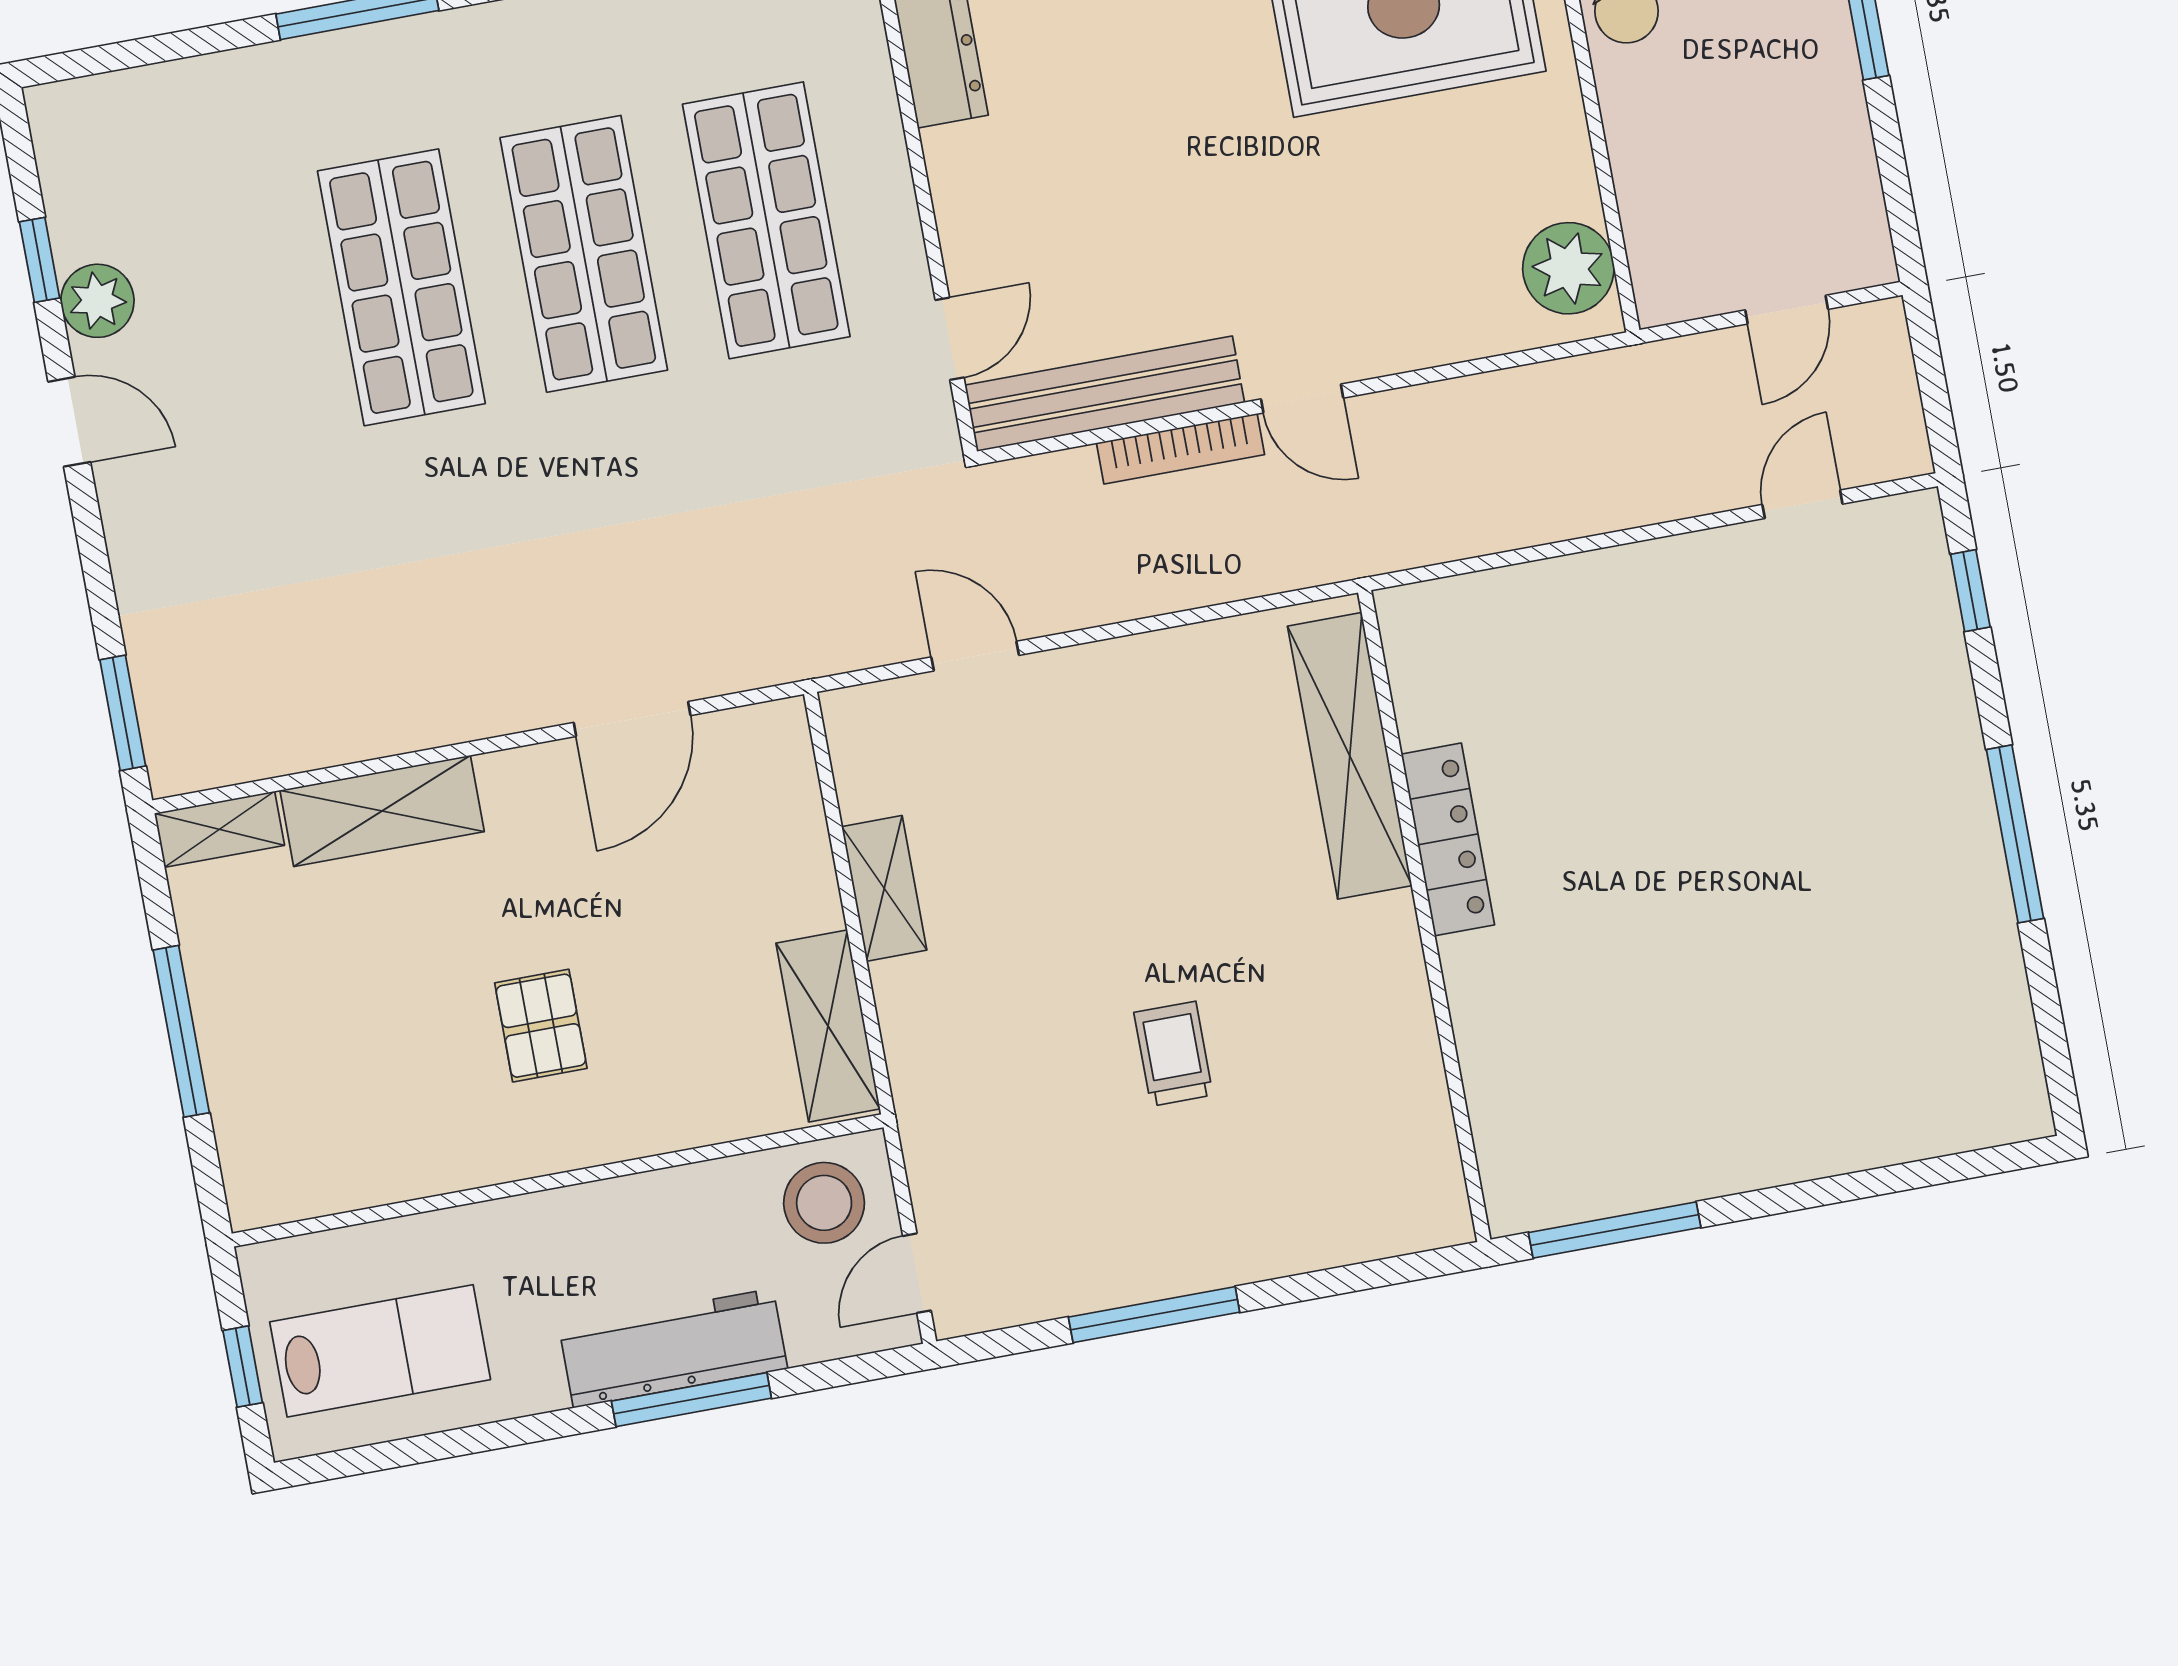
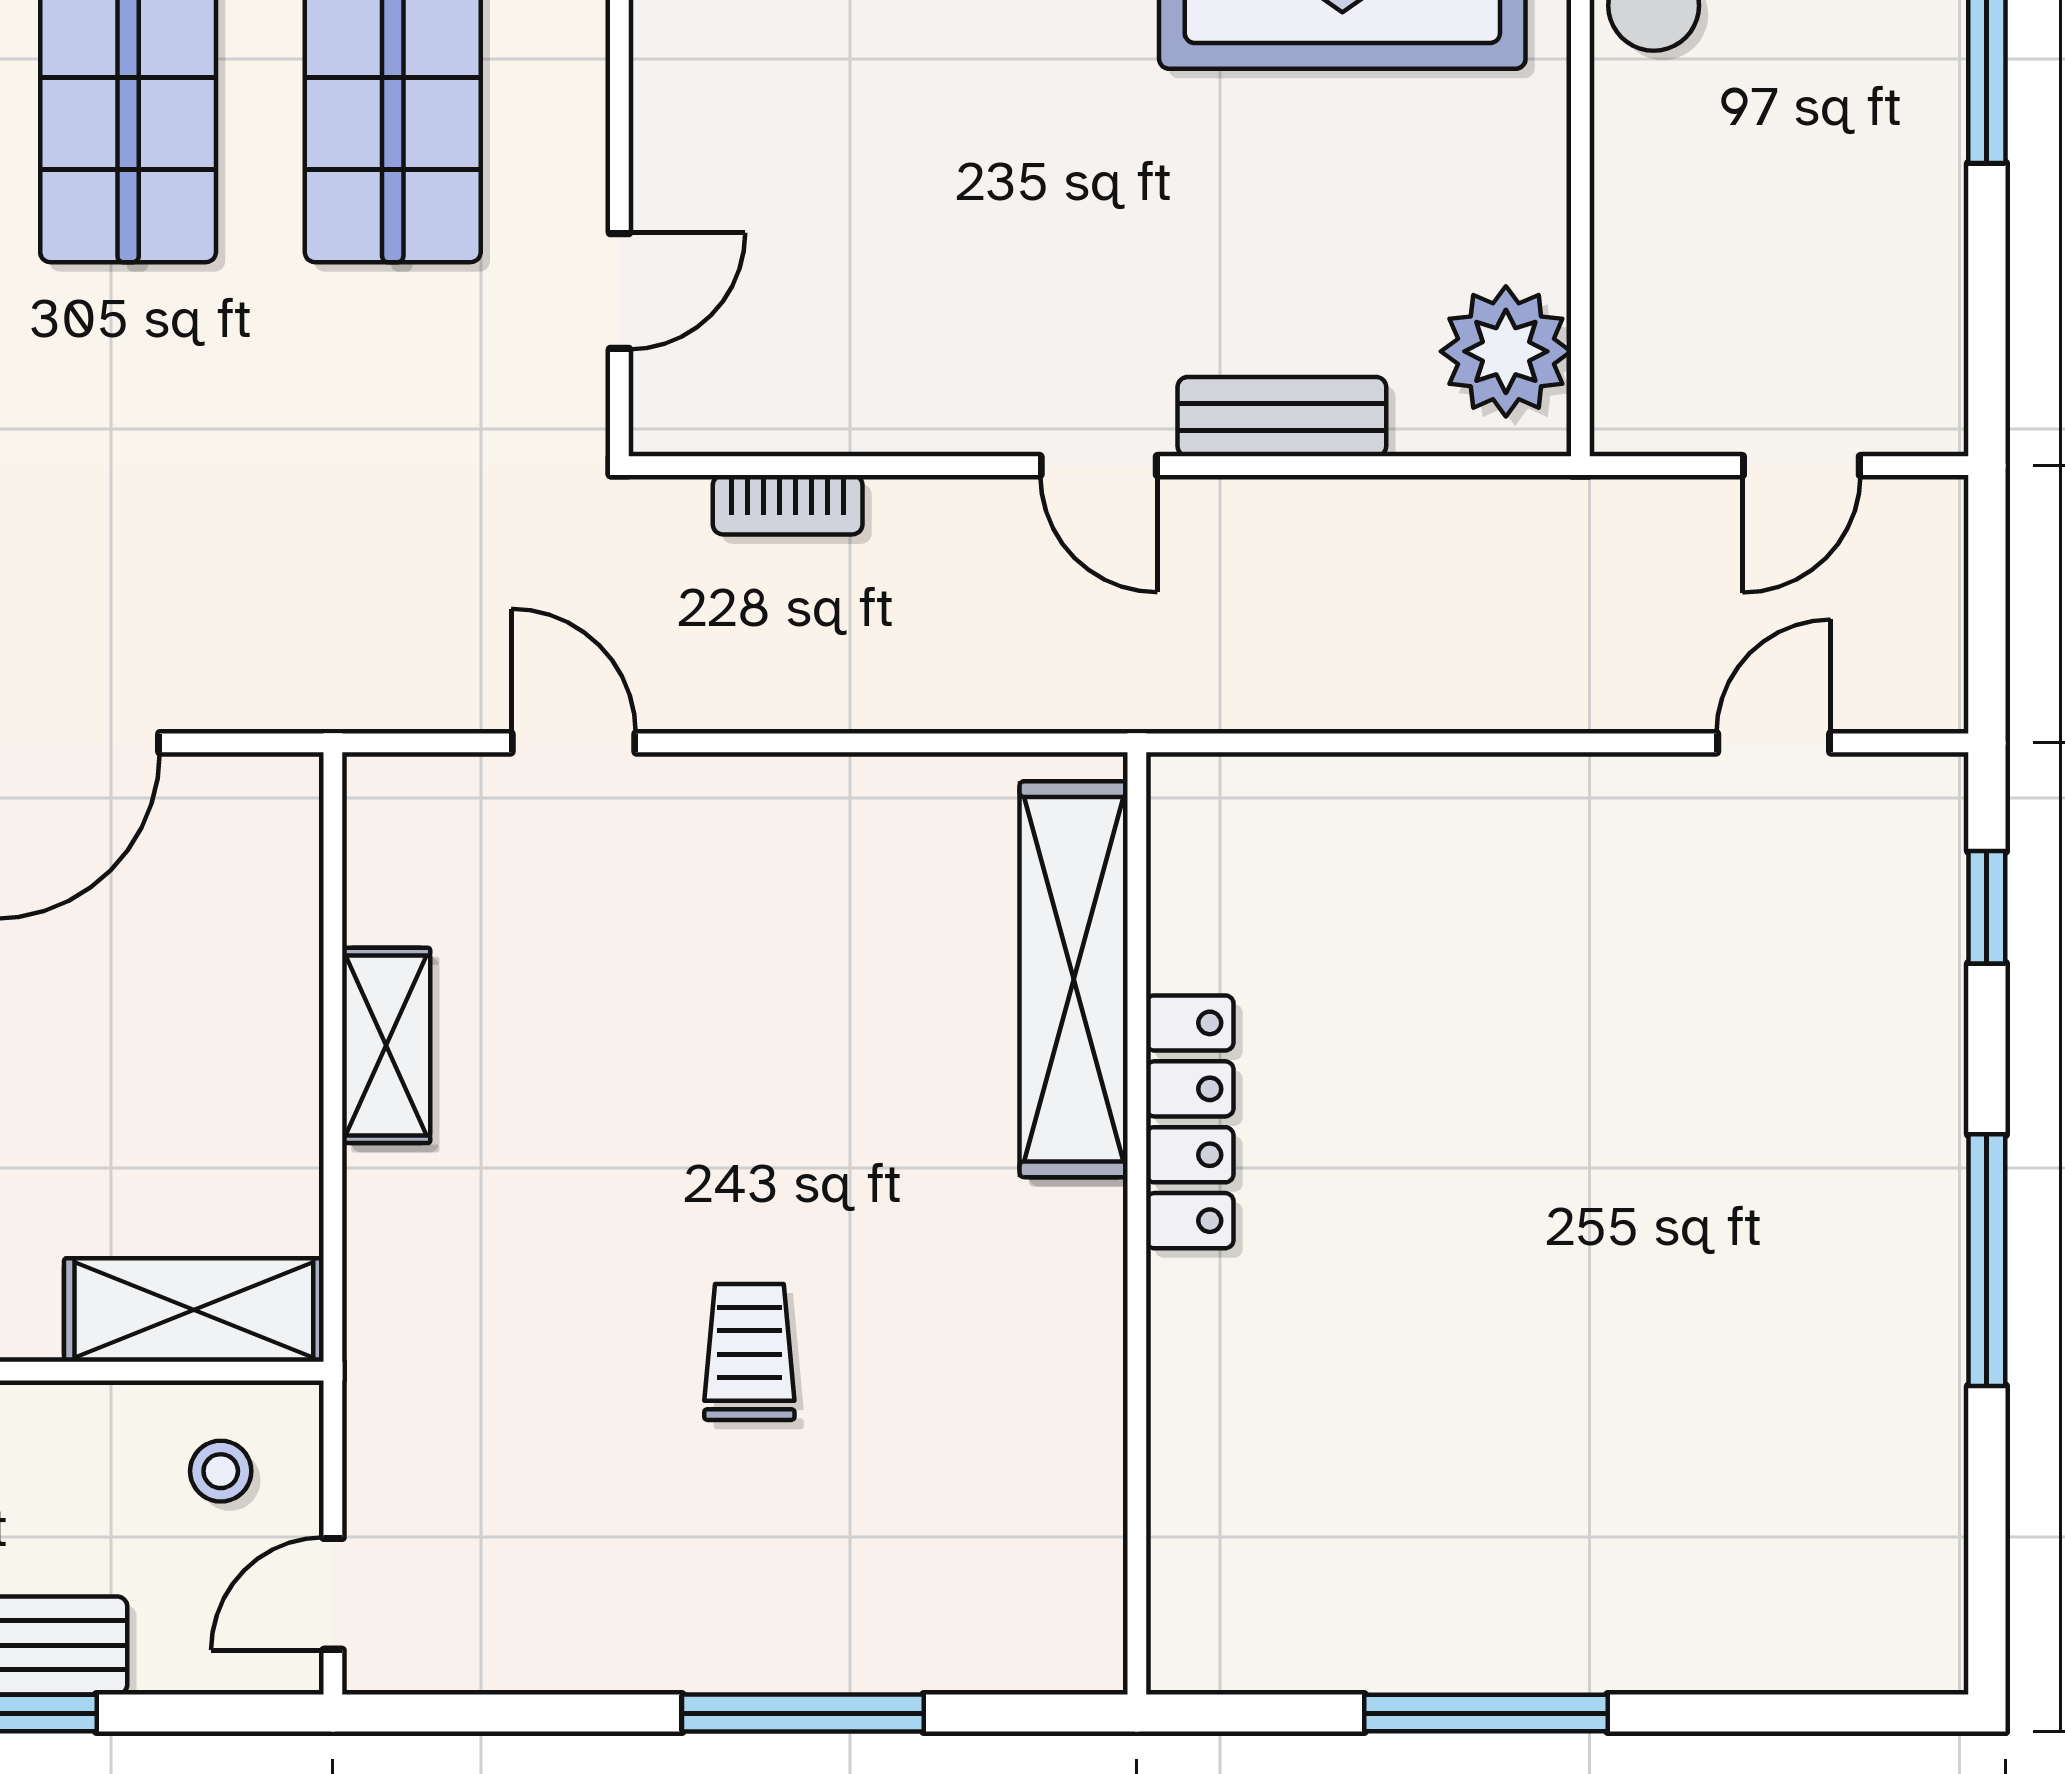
bench: (1105, 394) -> (1282, 417), moved, width x0.54, depth x0.82
bookcase: (1180, 449) -> (788, 505), moved, width x0.64
shelving: (828, 1026) -> (194, 1310), moved, turned 90
stool: (824, 1203) -> (221, 1471), width x0.53, depth x0.53
window: (1615, 1230) -> (1486, 1713), moved
window: (1154, 1315) -> (803, 1713), moved

